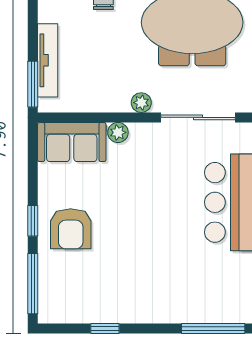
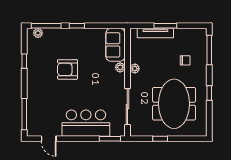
window: (33, 84) -> (165, 26), moved
plant: (141, 103) -> (135, 69), moved
armchair: (71, 229) -> (68, 69), moved
plant: (48, 300) -> (38, 33), added

